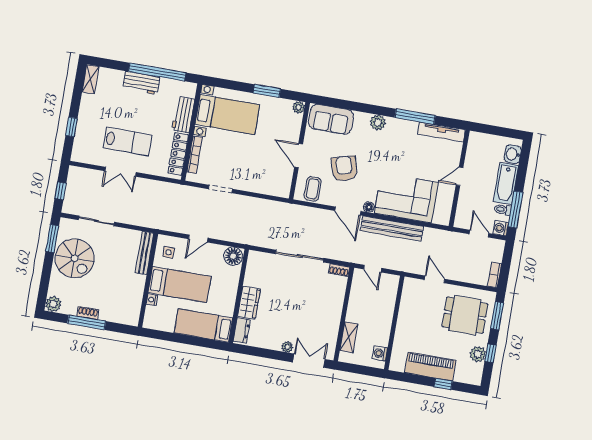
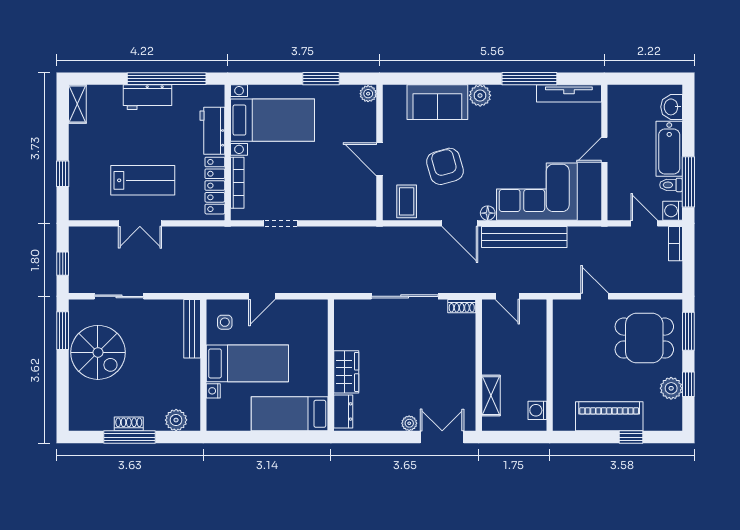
sofa: (331, 119) -> (437, 102), moved
floor lamp: (233, 256) -> (314, 312), removed
bookcase: (495, 275) -> (675, 244), moved
plant: (53, 304) -> (176, 420), moved

